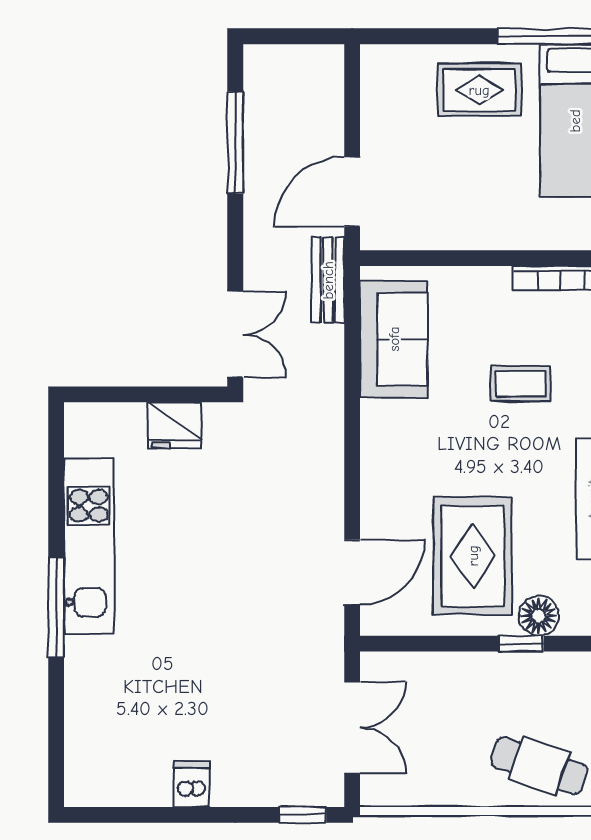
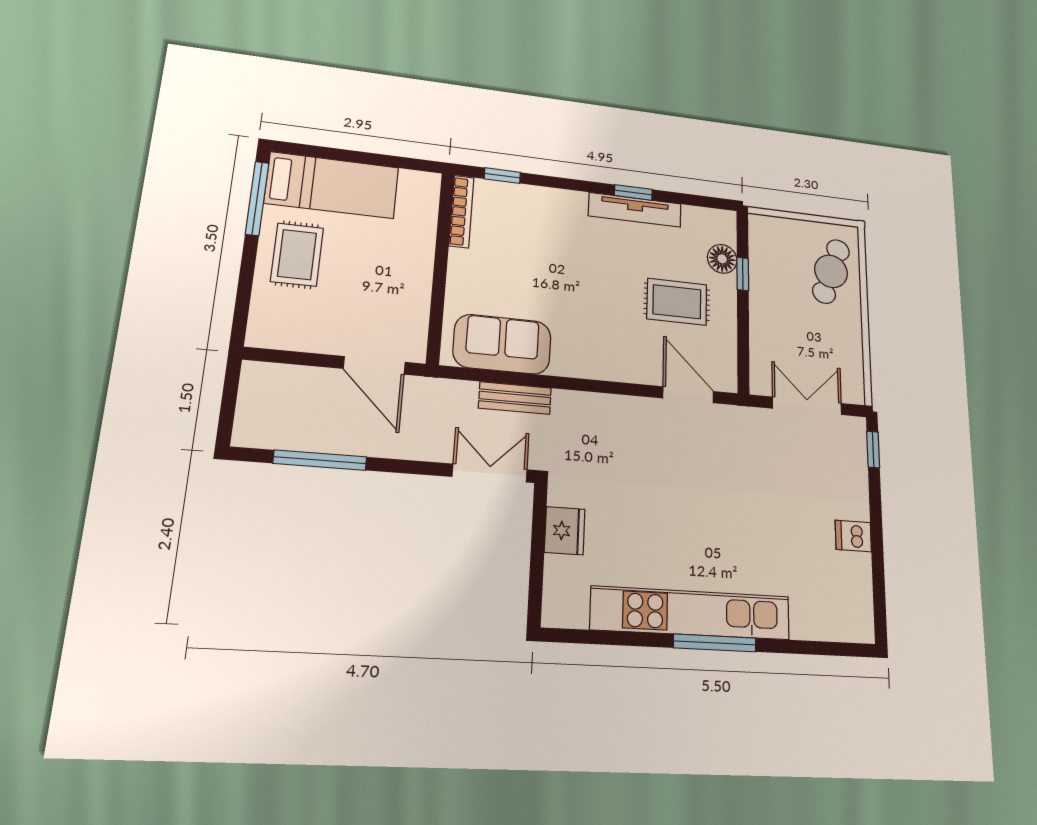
bench: (328, 280) -> (515, 398), moved
coffee table: (521, 384) -> (544, 251), removed
kitchen unit: (89, 546) -> (691, 613), width x1.36
rug: (473, 556) -> (677, 302), width x0.73, depth x0.70

